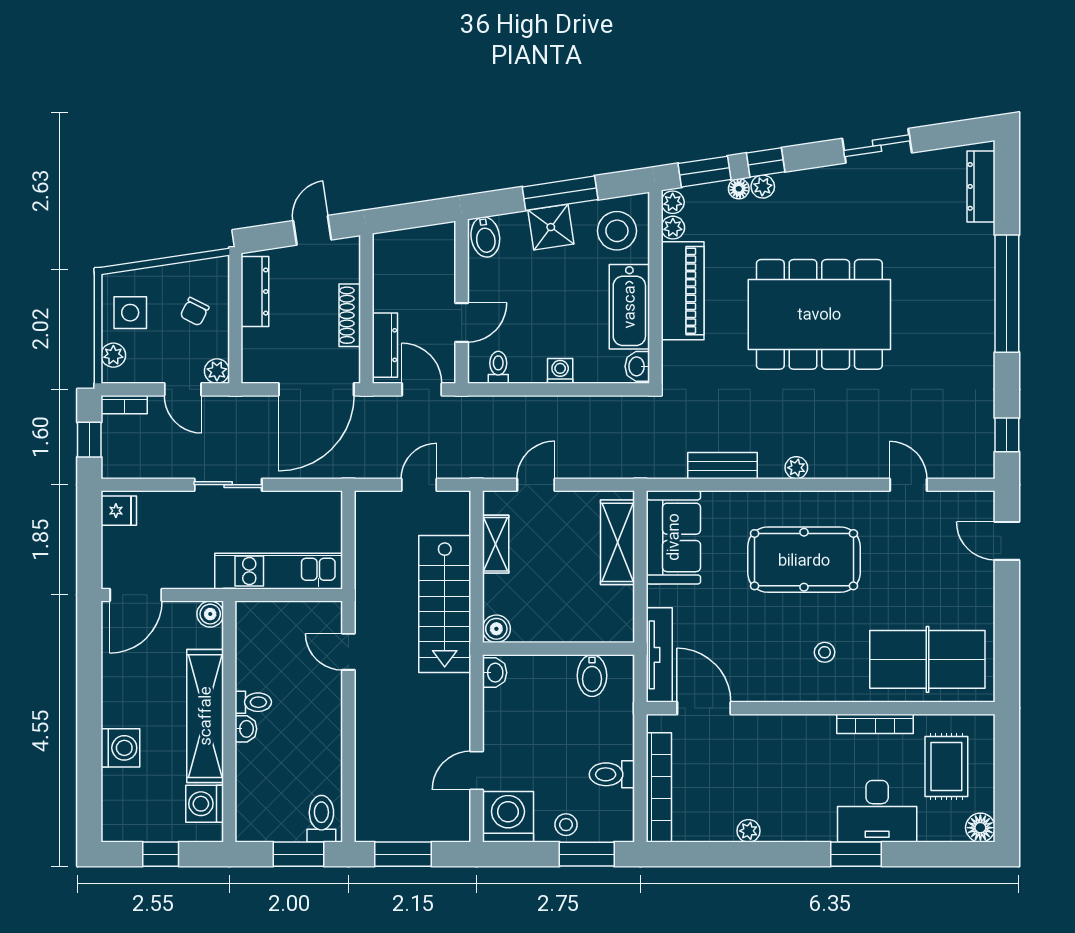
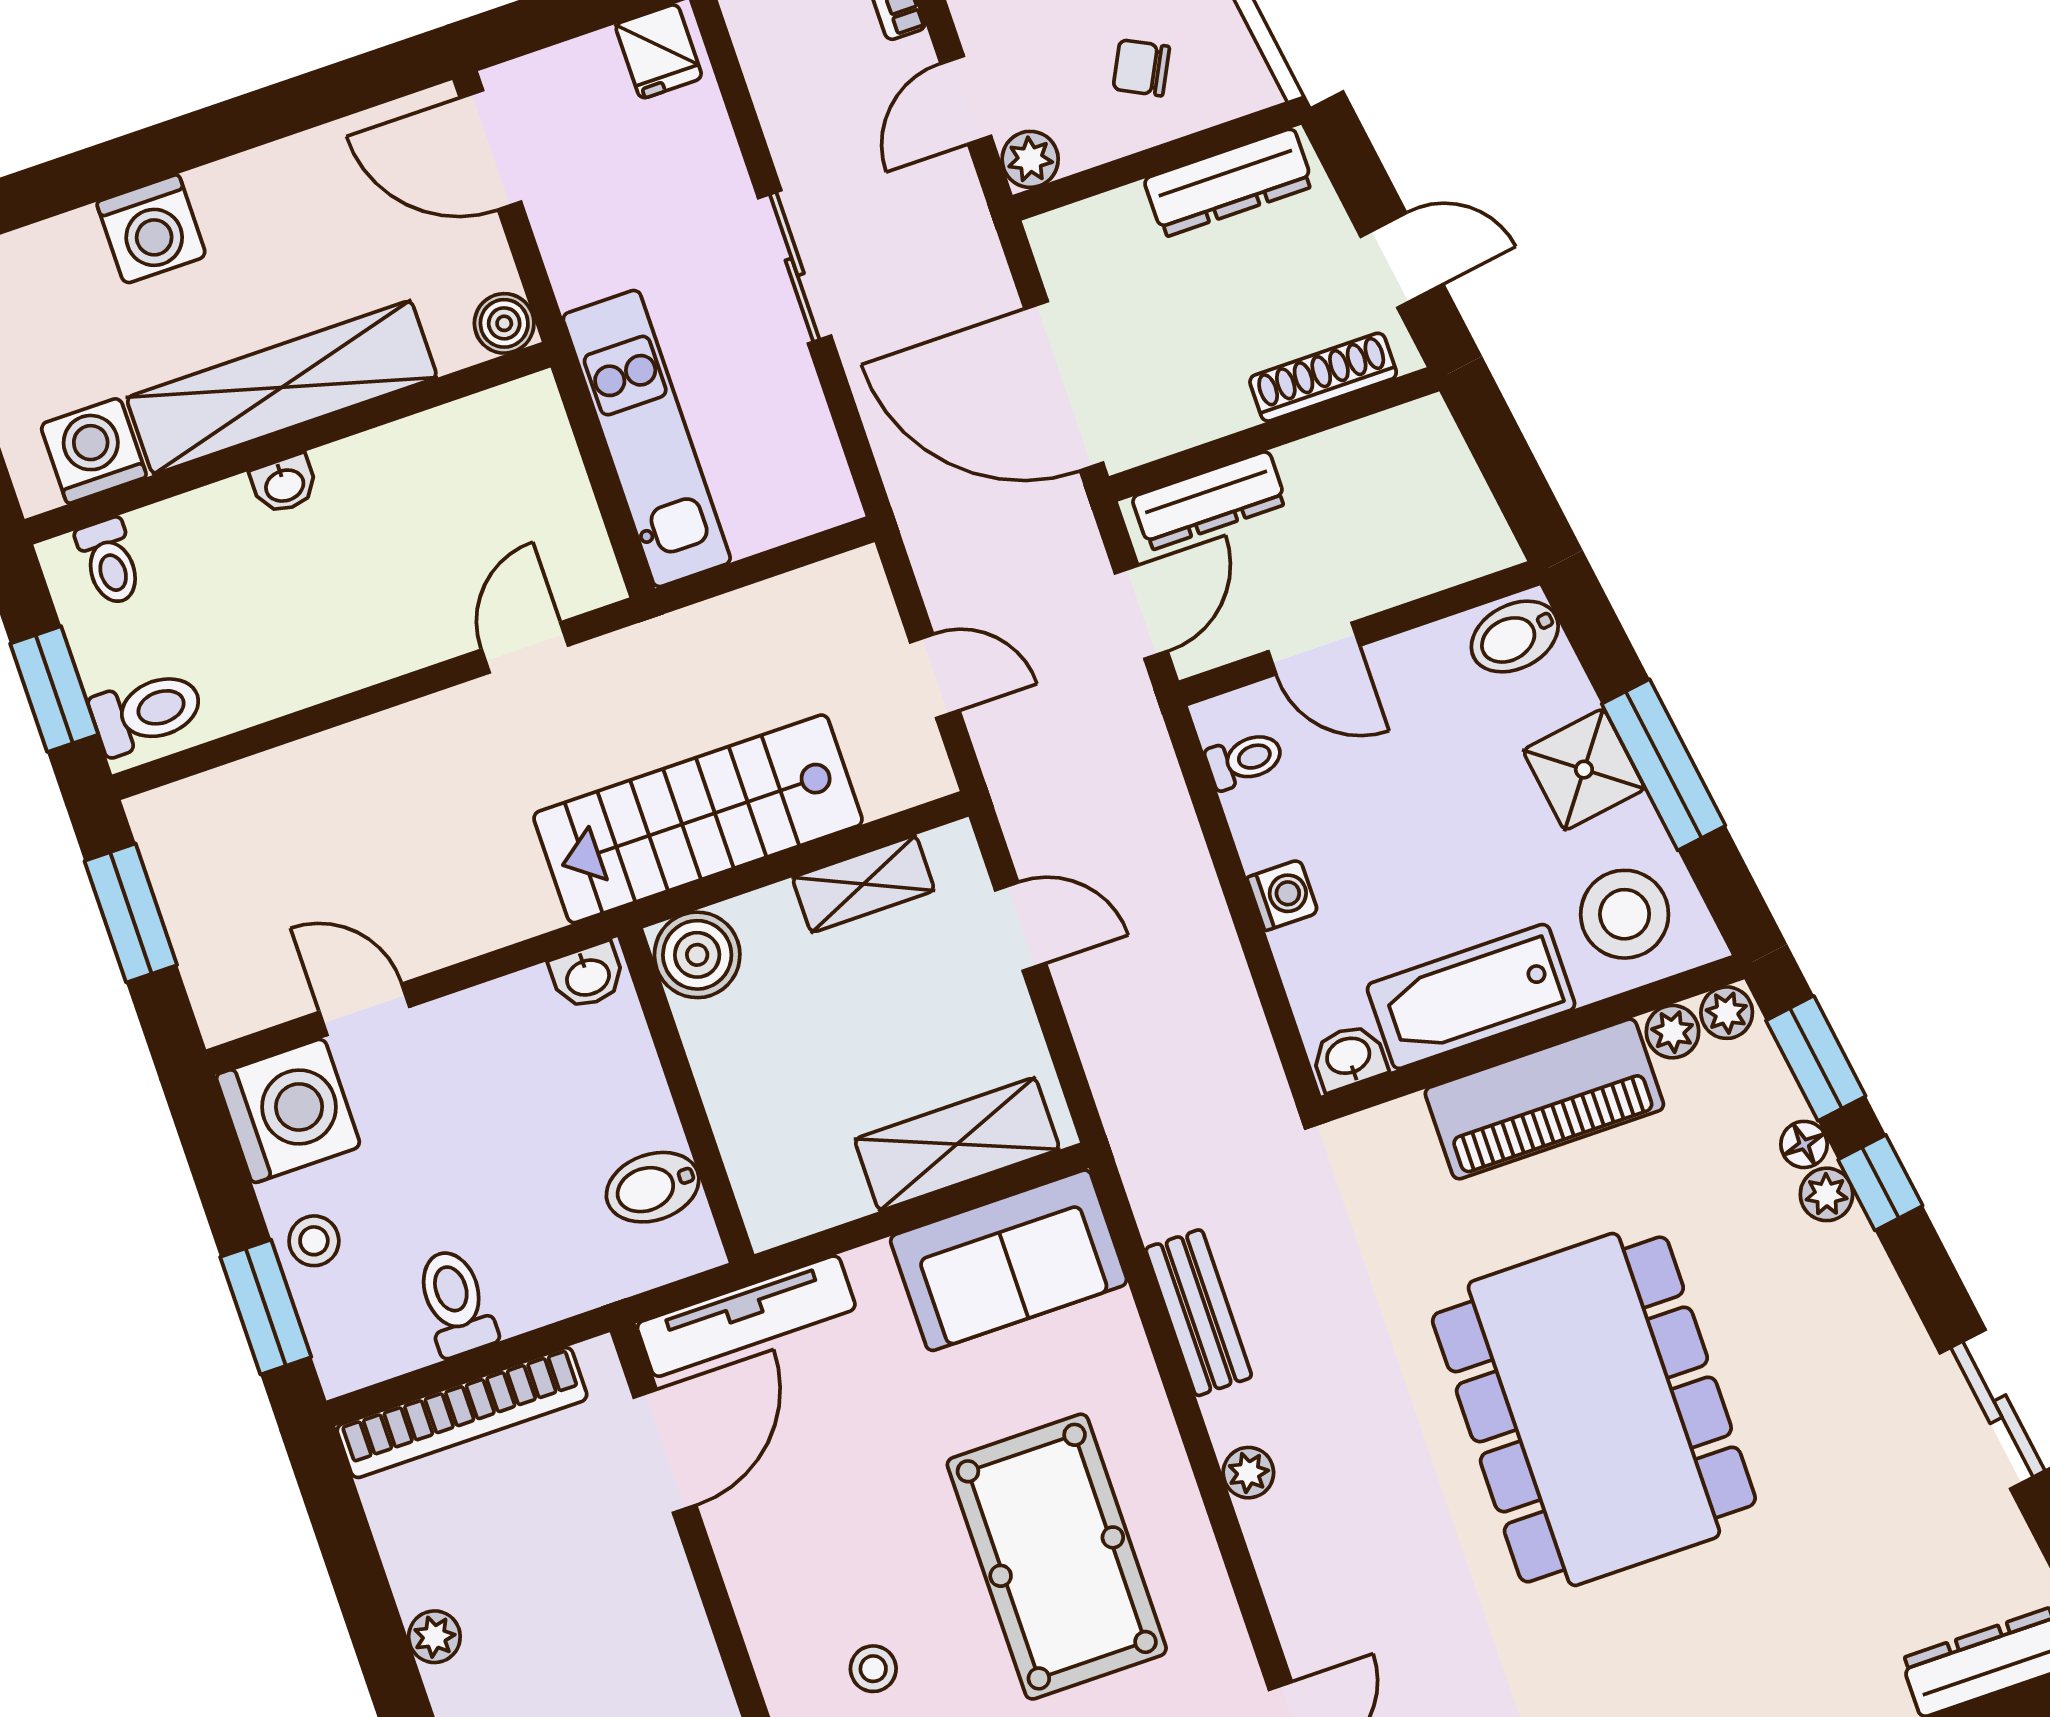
shoe rack: (350, 315) -> (1323, 377), moved
boiler: (496, 629) -> (697, 955), width x1.36, depth x1.36
toilet: (253, 702) -> (109, 562), moved

